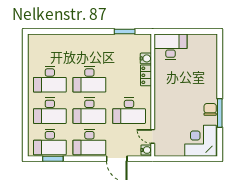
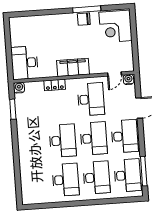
water cooler: (146, 58) -> (19, 88), moved
filing cabinet: (162, 95) -> (73, 67), added
window: (53, 159) -> (144, 171), width x1.44

